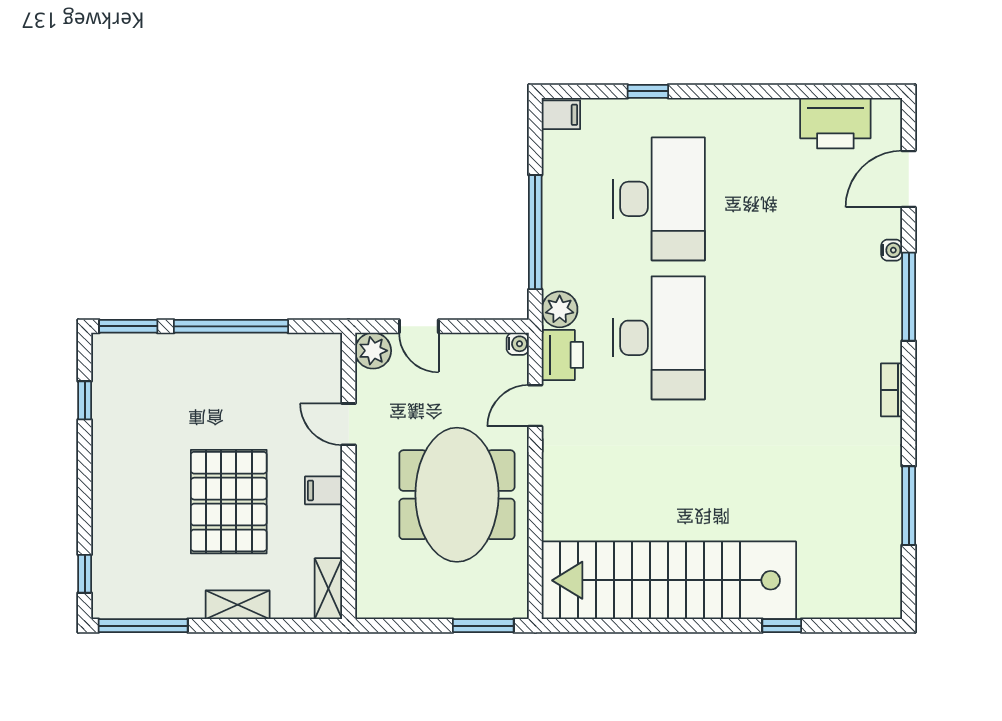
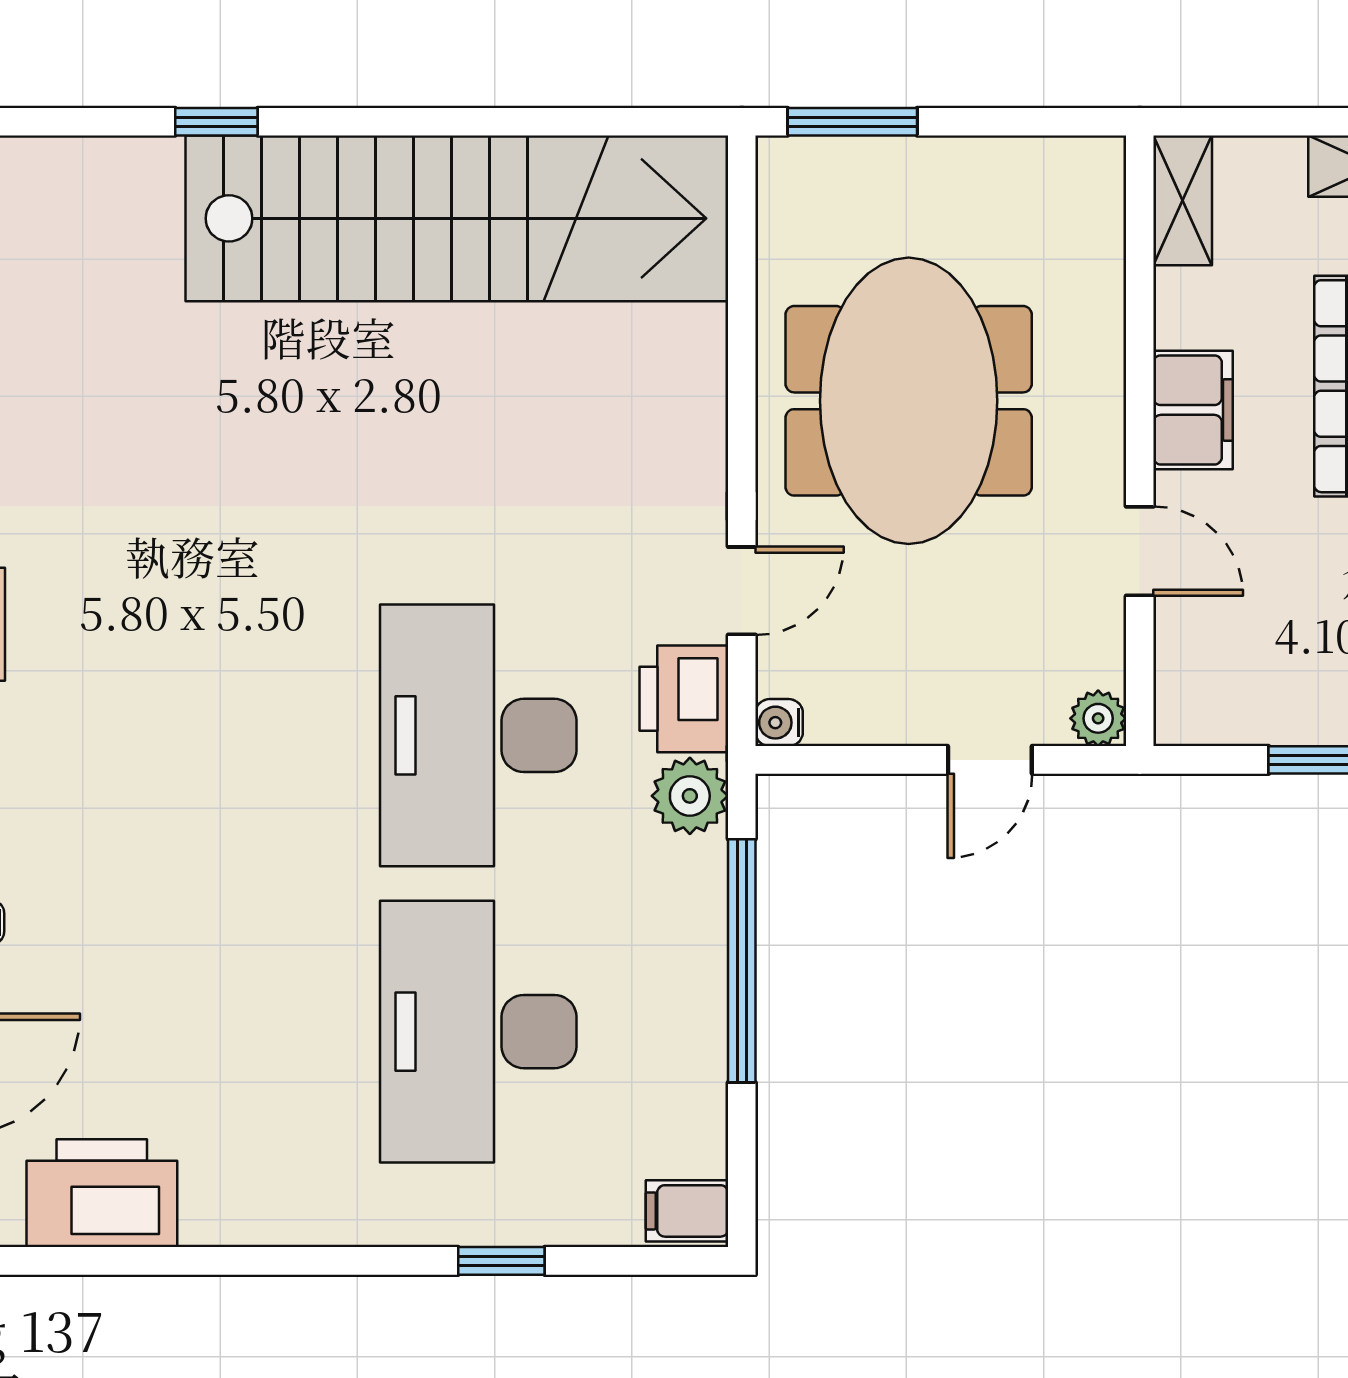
door: (419, 326) -> (990, 760), swing flipped
plant: (373, 351) -> (1098, 718), width x0.73, depth x0.73
filing cabinet: (324, 490) -> (1193, 410), width x2.00

